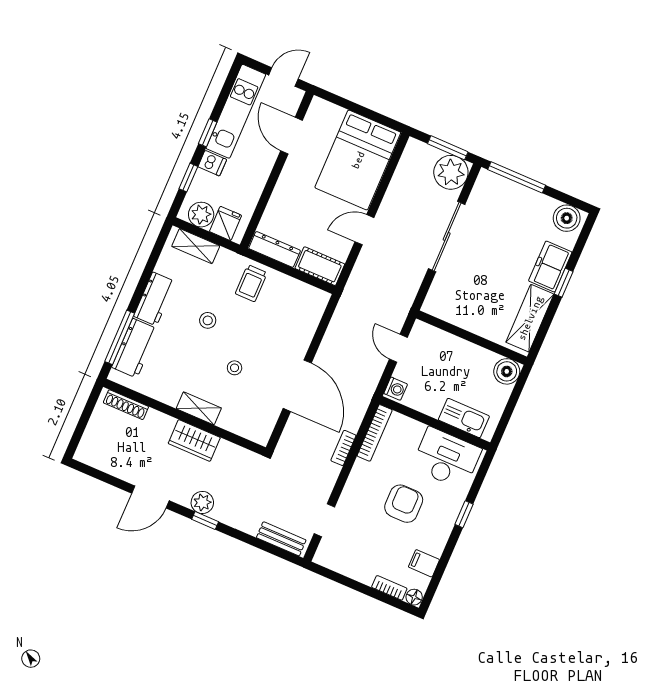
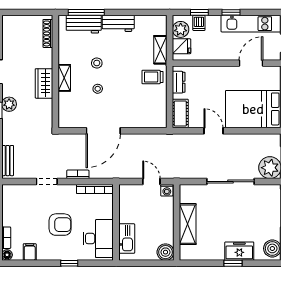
dishwasher: (212, 163) -> (199, 23), moved
shelving: (196, 246) -> (160, 50), moved
dresser: (275, 249) -> (179, 82), width x0.70
shelving: (530, 318) -> (188, 224), moved, turned 90
stool: (208, 320) -> (97, 63), moved
door: (398, 348) -> (151, 182), hinge flipped
washing machine: (396, 389) -> (167, 190), moved
doorway: (324, 520) -> (47, 182), moved

